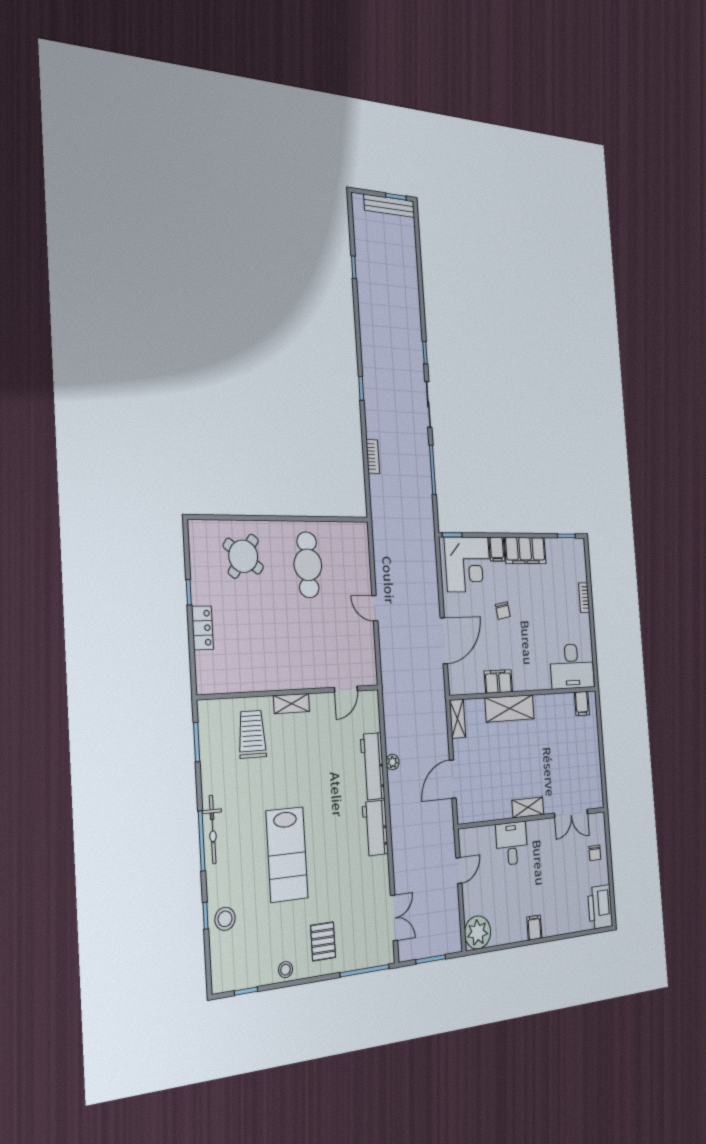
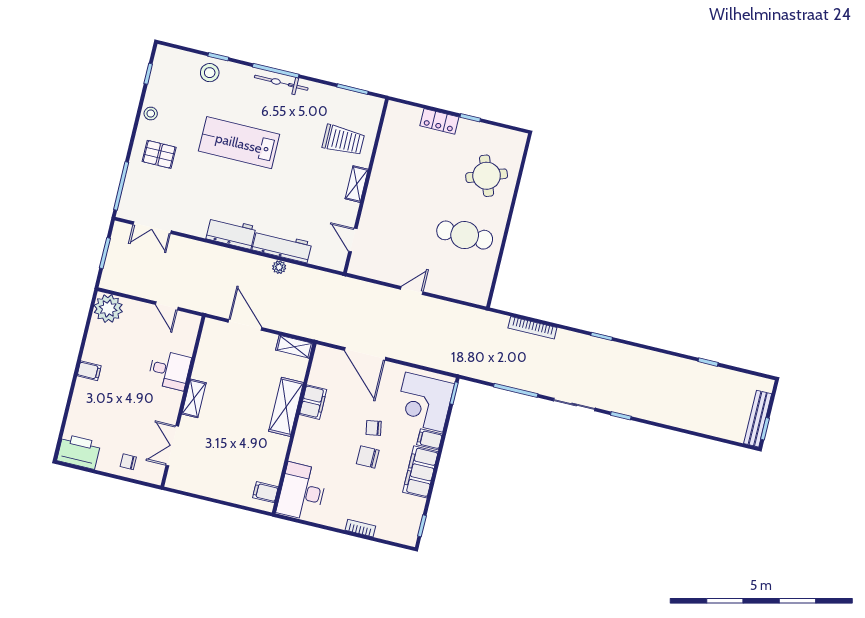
bookcase: (373, 456) -> (532, 328), width x1.56
round table: (243, 556) -> (487, 176), turned 34
chair: (528, 609) -> (368, 457), added

